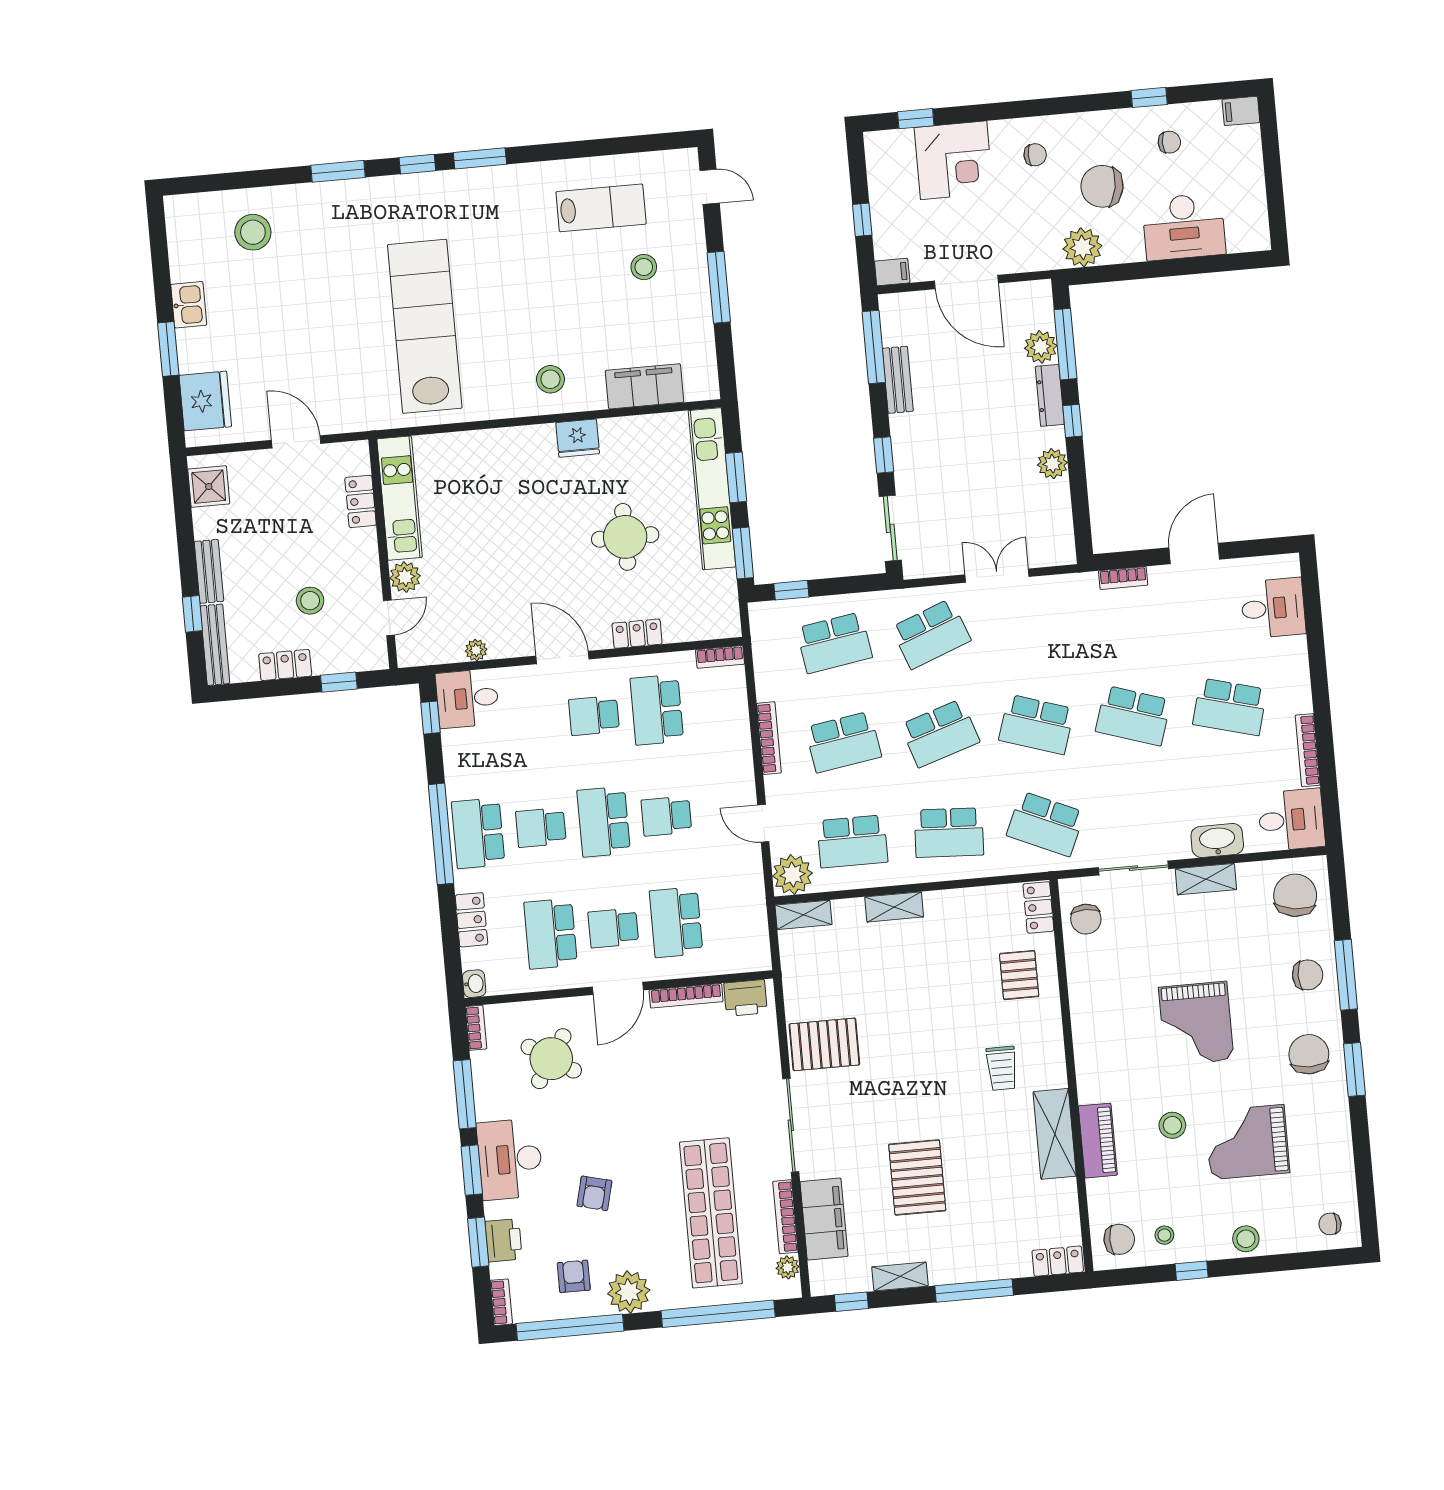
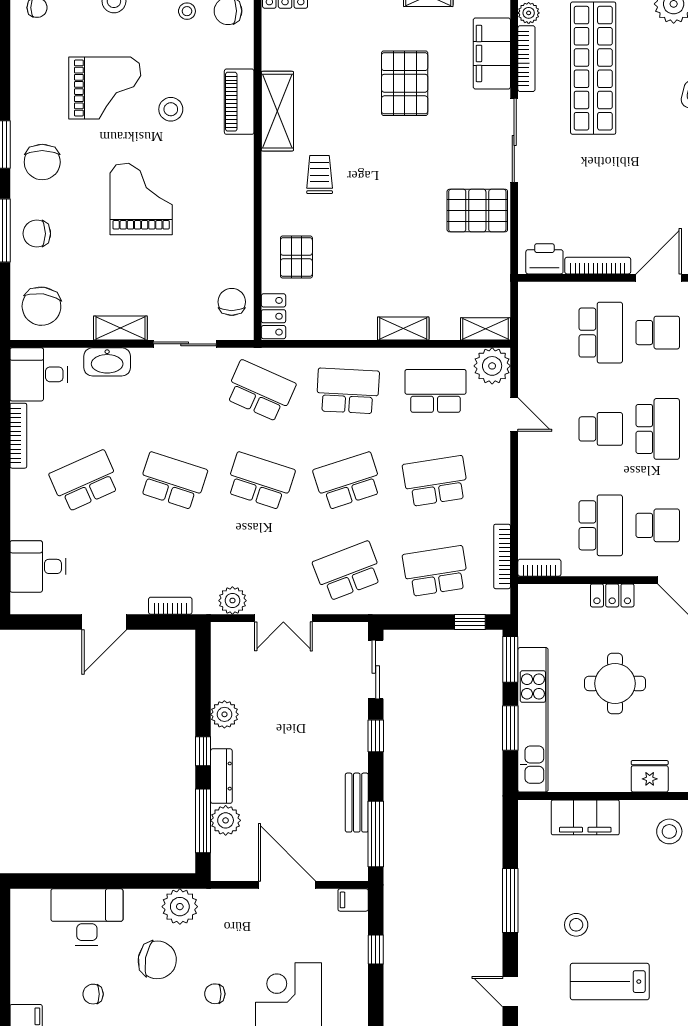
plant: (1055, 590) -> (232, 601), added
school desk: (1230, 707) -> (85, 481), turned -39
bookcase: (769, 738) -> (502, 556), moved

